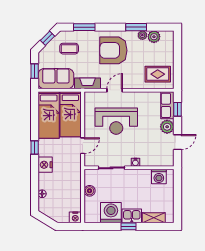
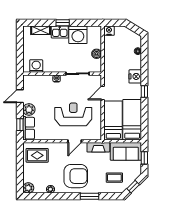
window: (84, 27) -> (89, 196), moved
window: (136, 27) -> (56, 196), removed
plant: (154, 37) -> (28, 188), moved

